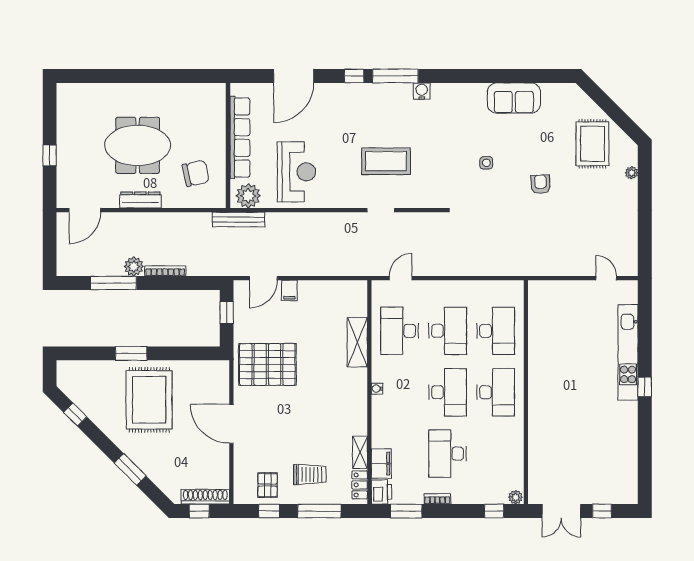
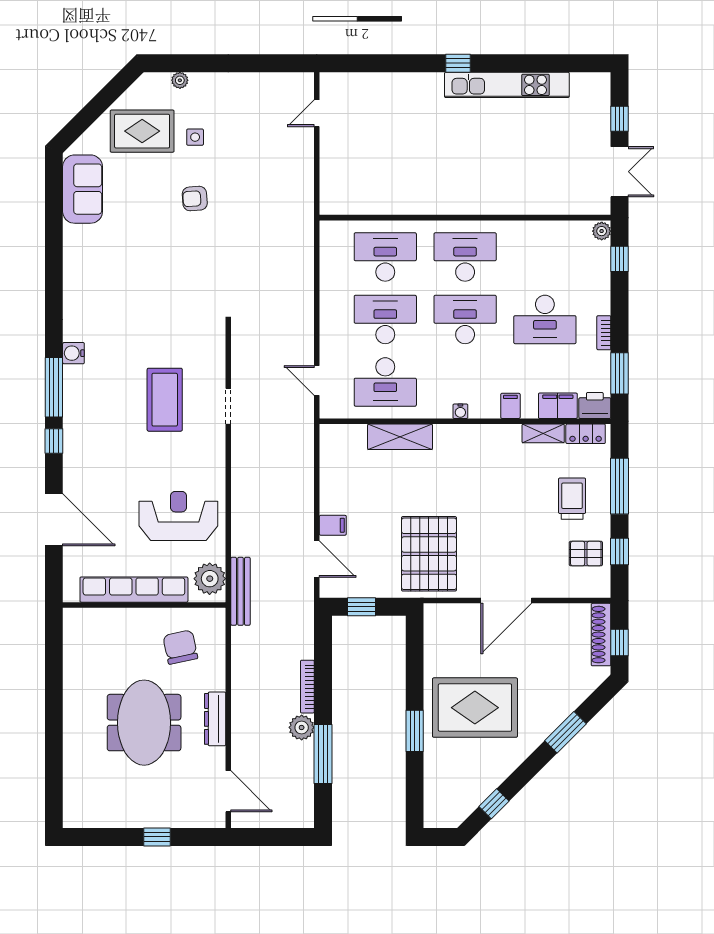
sofa: (514, 98) -> (83, 189), moved
side table: (486, 163) -> (195, 137), moved
kitchen unit: (628, 352) -> (507, 85), moved
filing cabinet: (381, 427) -> (510, 406), added

